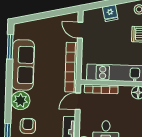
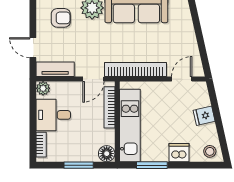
door: (78, 101) -> (93, 79), swing flipped

